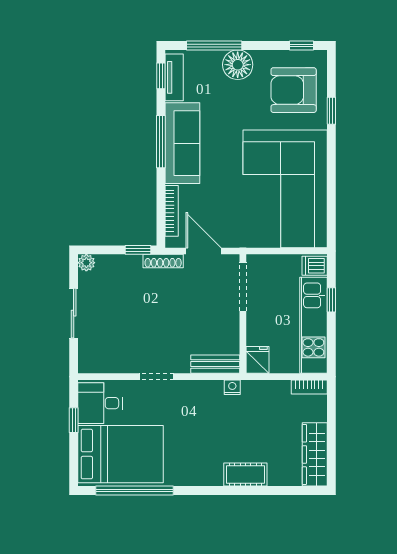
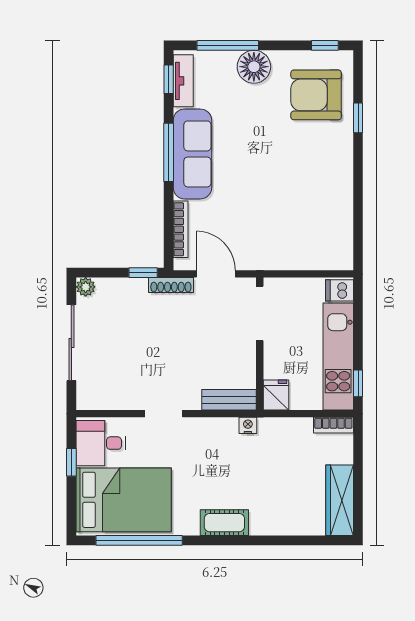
corner sofa: (285, 189) -> (307, 205), removed
window: (331, 300) -> (358, 383), moved
sliding door: (74, 313) -> (71, 343), width x1.37
cot: (245, 475) -> (224, 523), moved

